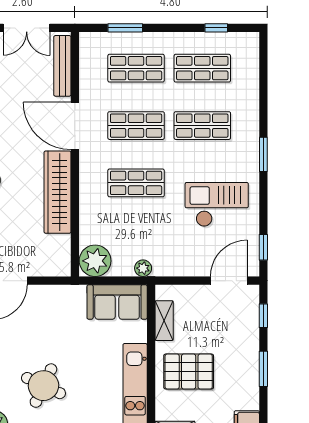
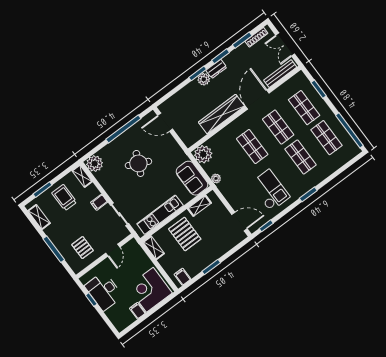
window: (216, 28) -> (349, 130), width x3.17
window: (263, 316) -> (235, 249), removed
round table: (43, 386) -> (138, 163), moved

